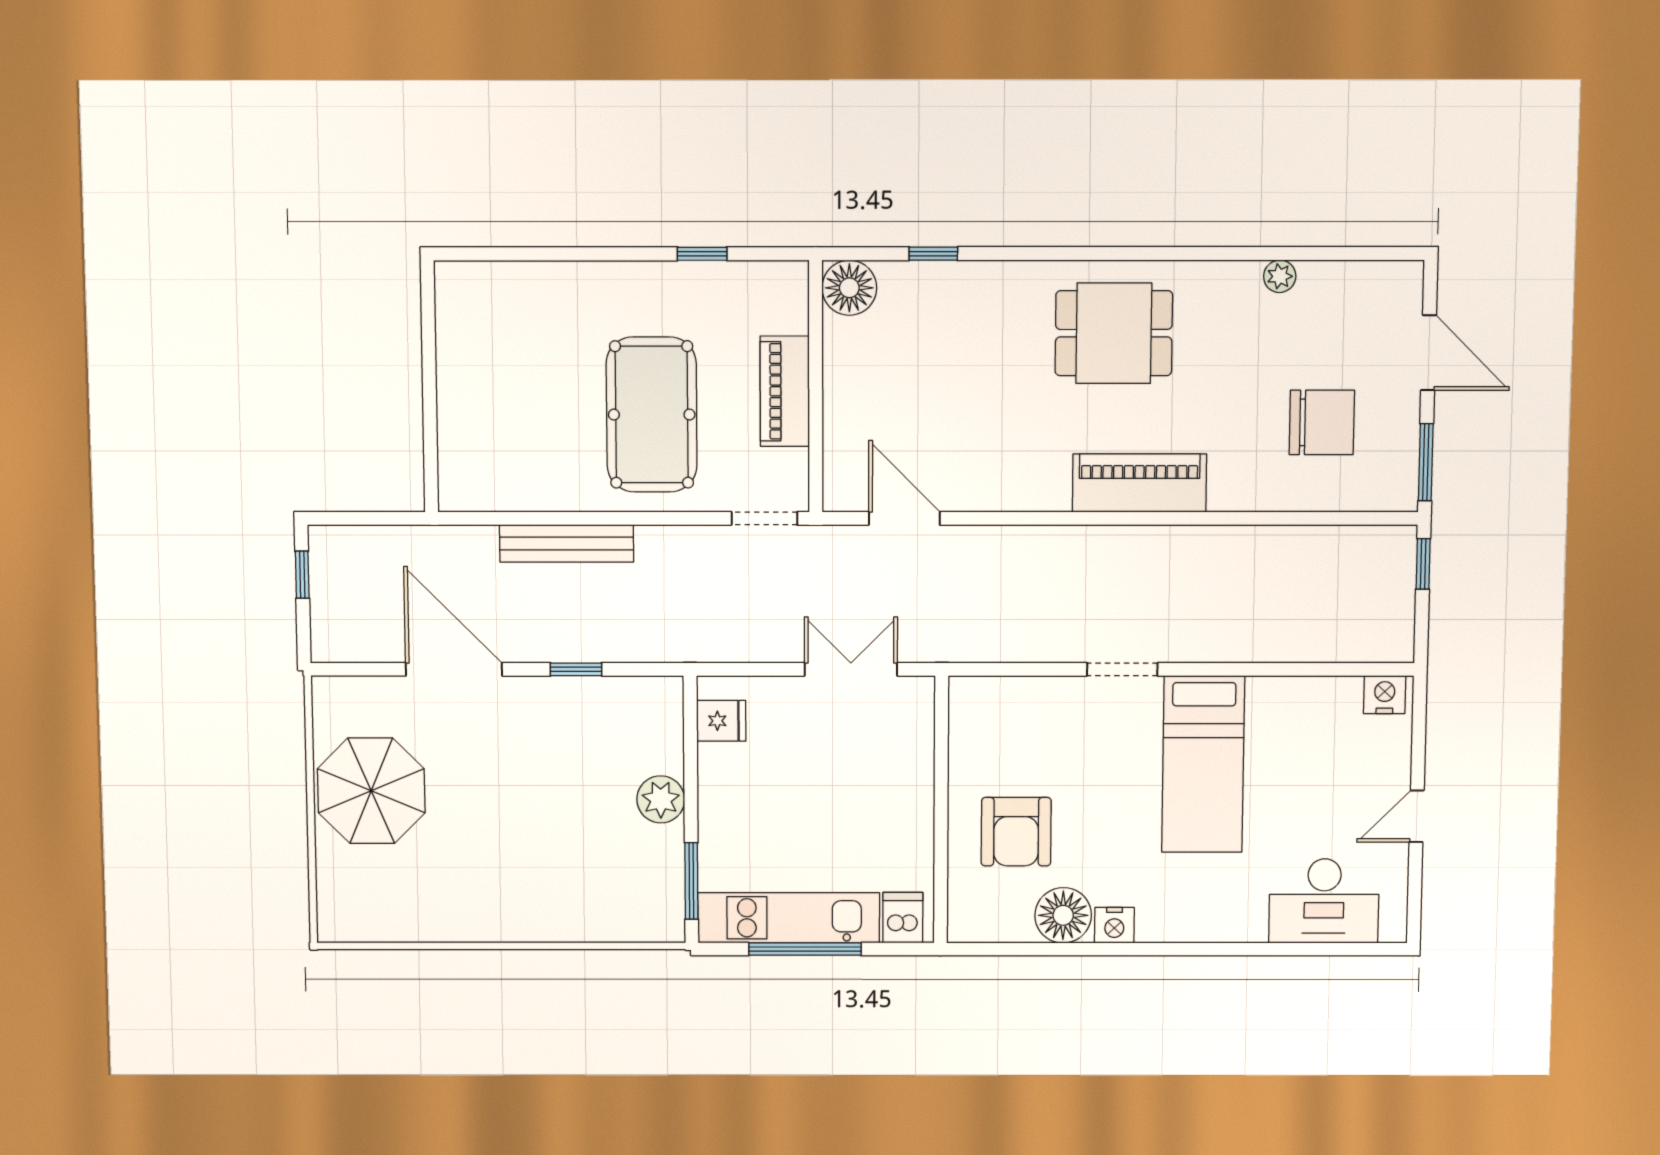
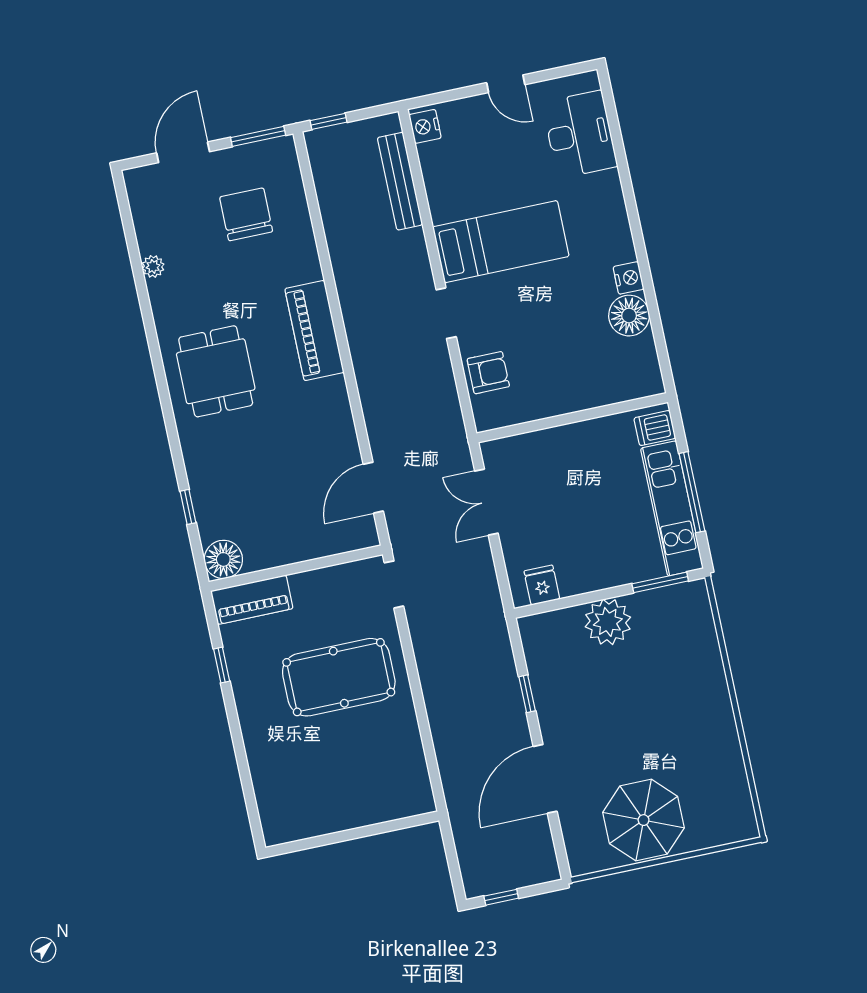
piano: (785, 391) -> (252, 600), moved
bench: (567, 543) -> (400, 181), moved
plant: (661, 799) -> (608, 622), width x1.36, depth x1.36
armchair: (1016, 832) -> (488, 373), moved, width x0.72, depth x0.72

